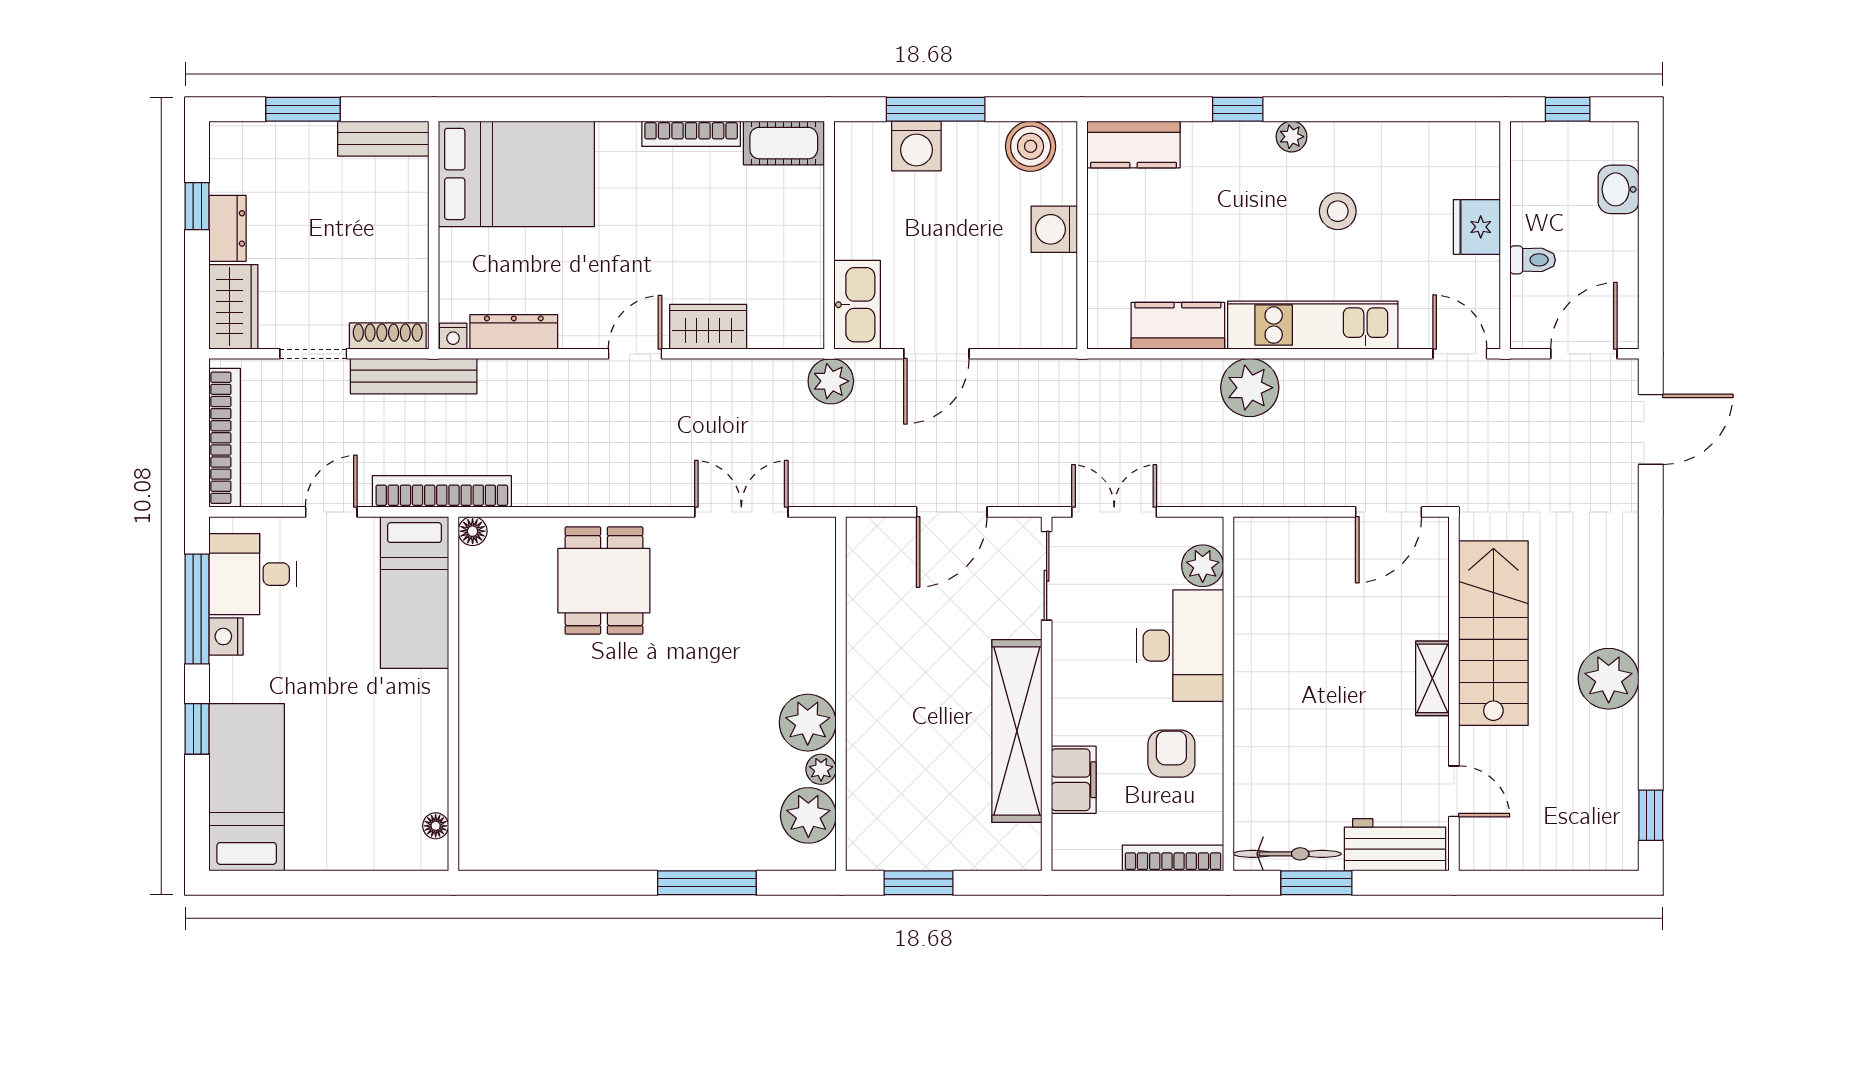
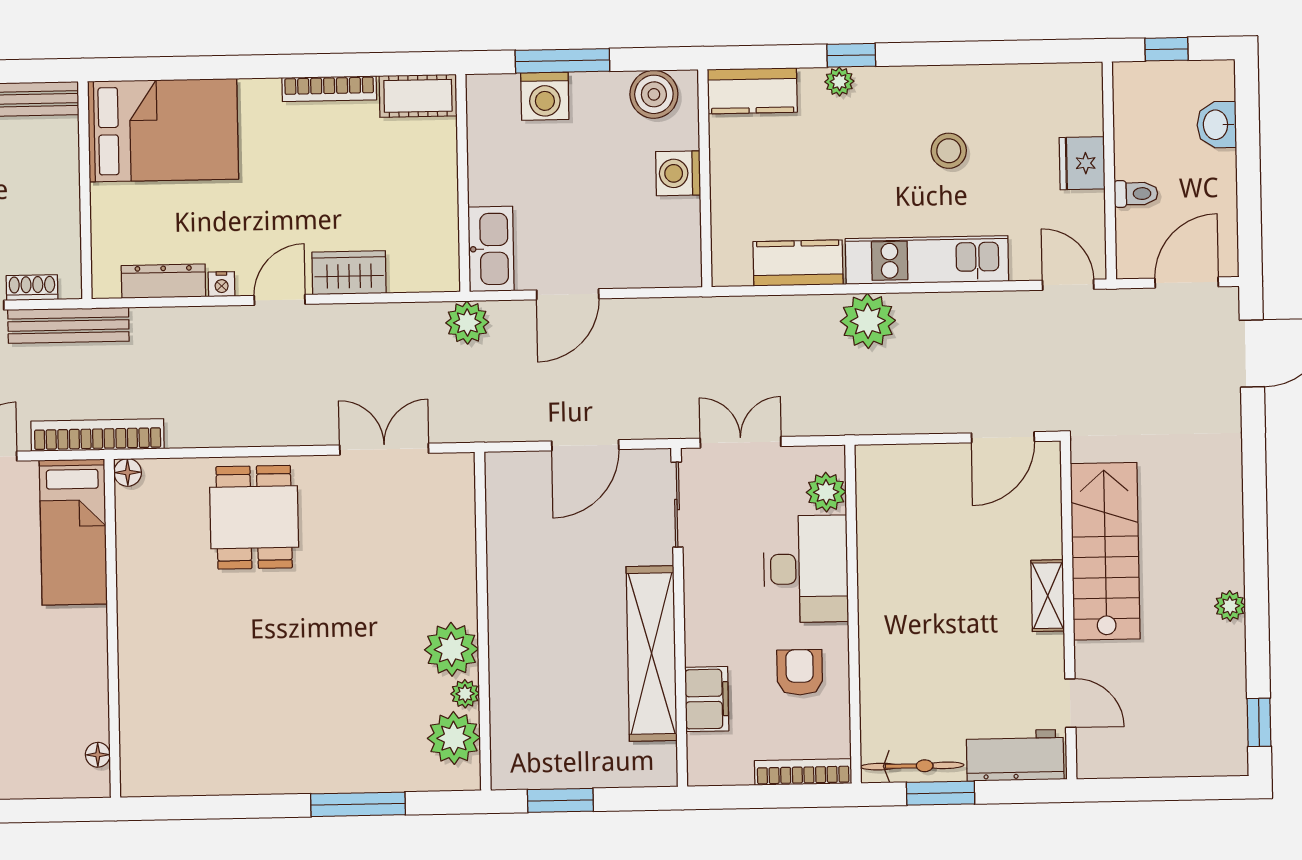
plant: (1292, 137) -> (839, 81), moved
shoe rack: (388, 336) -> (32, 288), width x0.70
nightstand: (453, 336) -> (222, 284), moved
plant: (1609, 679) -> (1230, 606), width x0.53, depth x0.53

